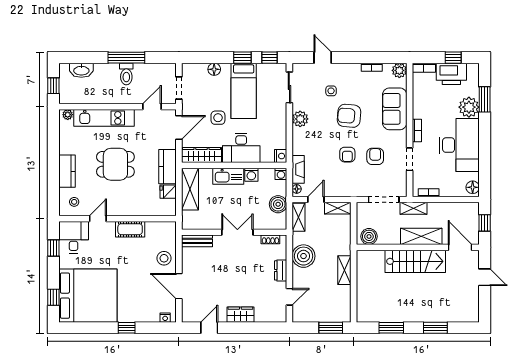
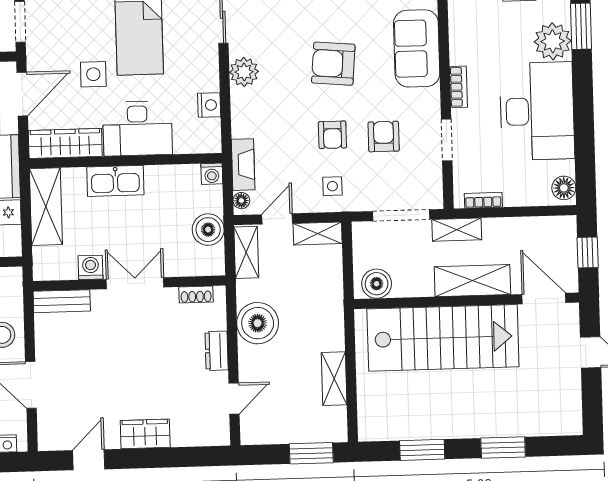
side table: (331, 91) -> (332, 186), moved
nightstand: (281, 156) -> (209, 105), moved
washing machine: (251, 175) -> (91, 267), moved, turned 180
stairs: (415, 261) -> (443, 338), width x1.36, depth x1.51
shelving: (344, 270) -> (334, 379), moved

